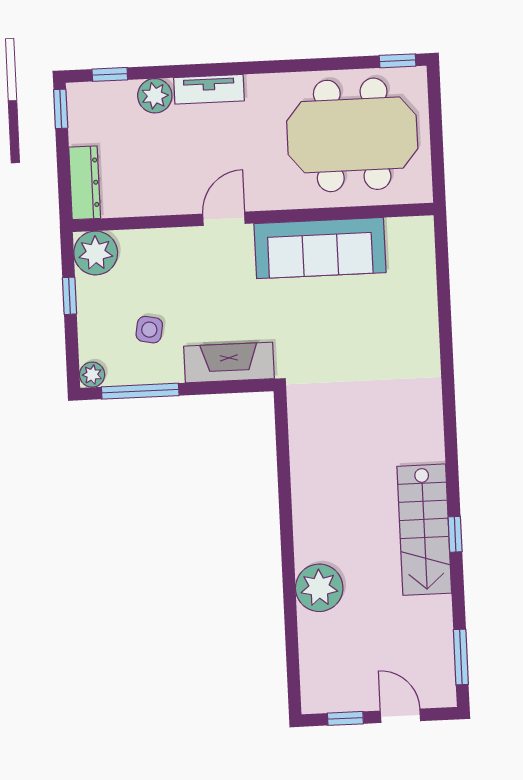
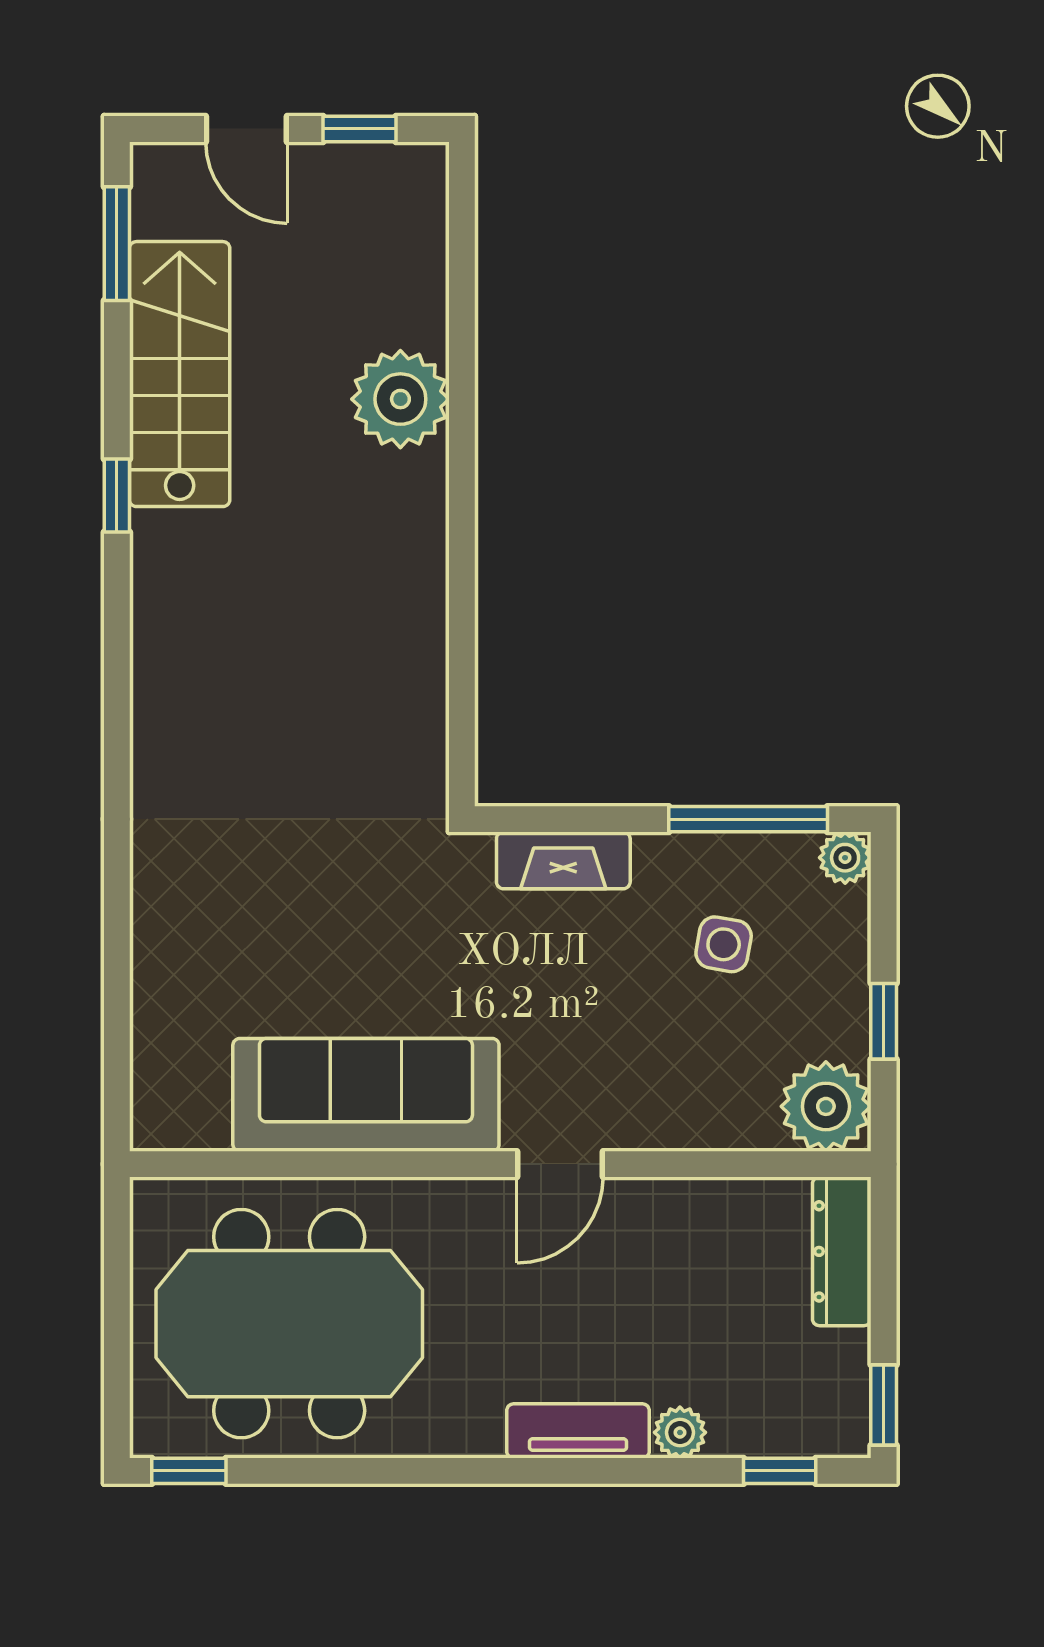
plant: (155, 96) -> (680, 1432), width x0.73, depth x0.73
fireplace: (229, 362) -> (563, 860), width x0.73, depth x0.76
stairs: (424, 530) -> (180, 374), moved

